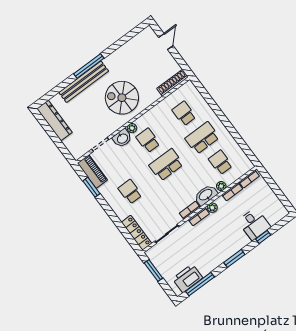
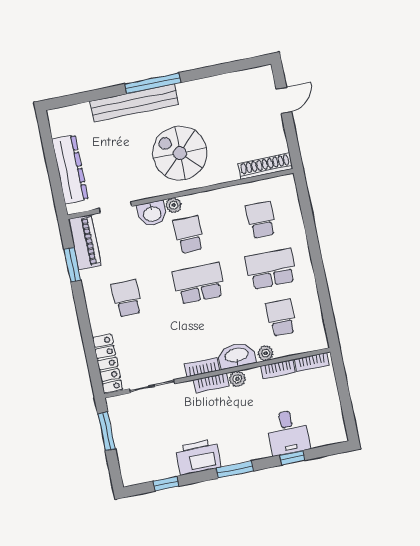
dresser: (55, 121) -> (70, 169), moved
printer: (188, 278) -> (198, 457), moved
window: (200, 284) -> (166, 484), width x0.46

